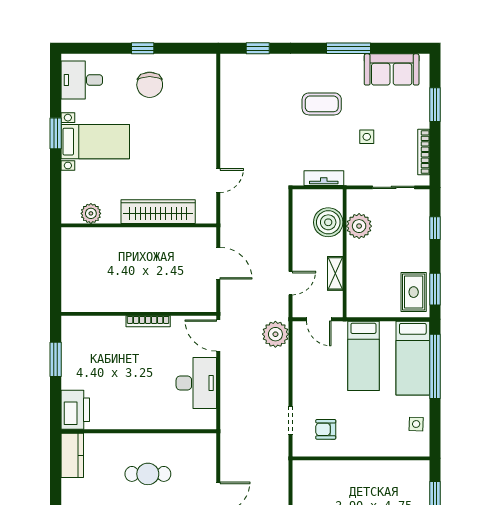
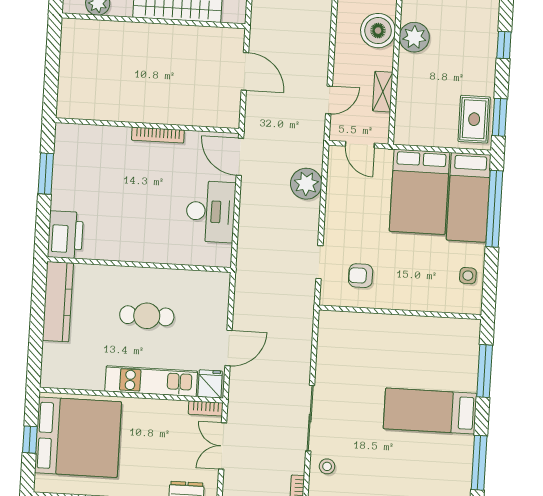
plant: (275, 334) -> (306, 184), moved
bed: (363, 356) -> (420, 192), width x1.50
kitchen counter: (72, 455) -> (58, 302), width x1.50

